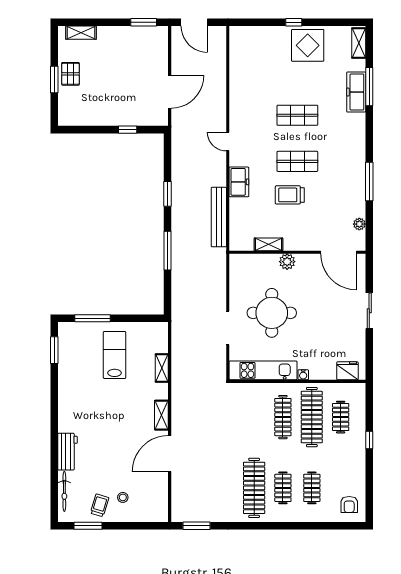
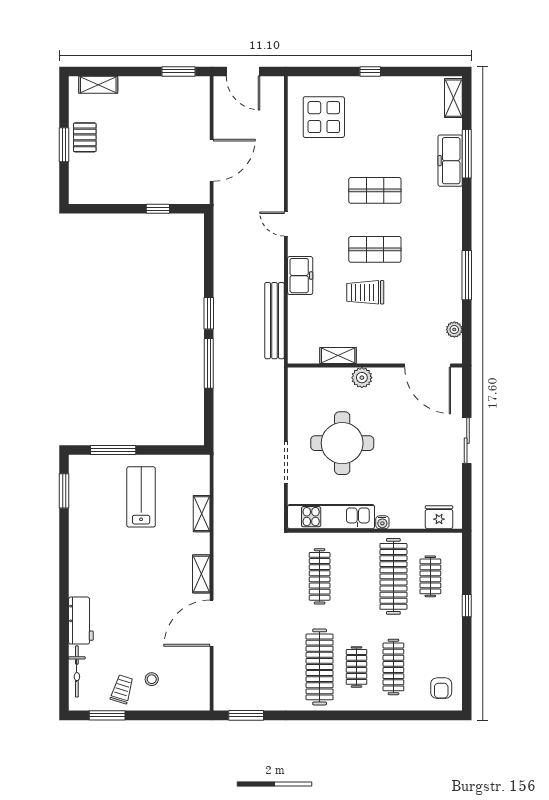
display table: (308, 45) -> (324, 117), moved
window: (168, 194) -> (209, 313), moved
clothes rail: (283, 417) -> (320, 576), moved
clothes rail: (312, 488) -> (393, 667), width x1.36

